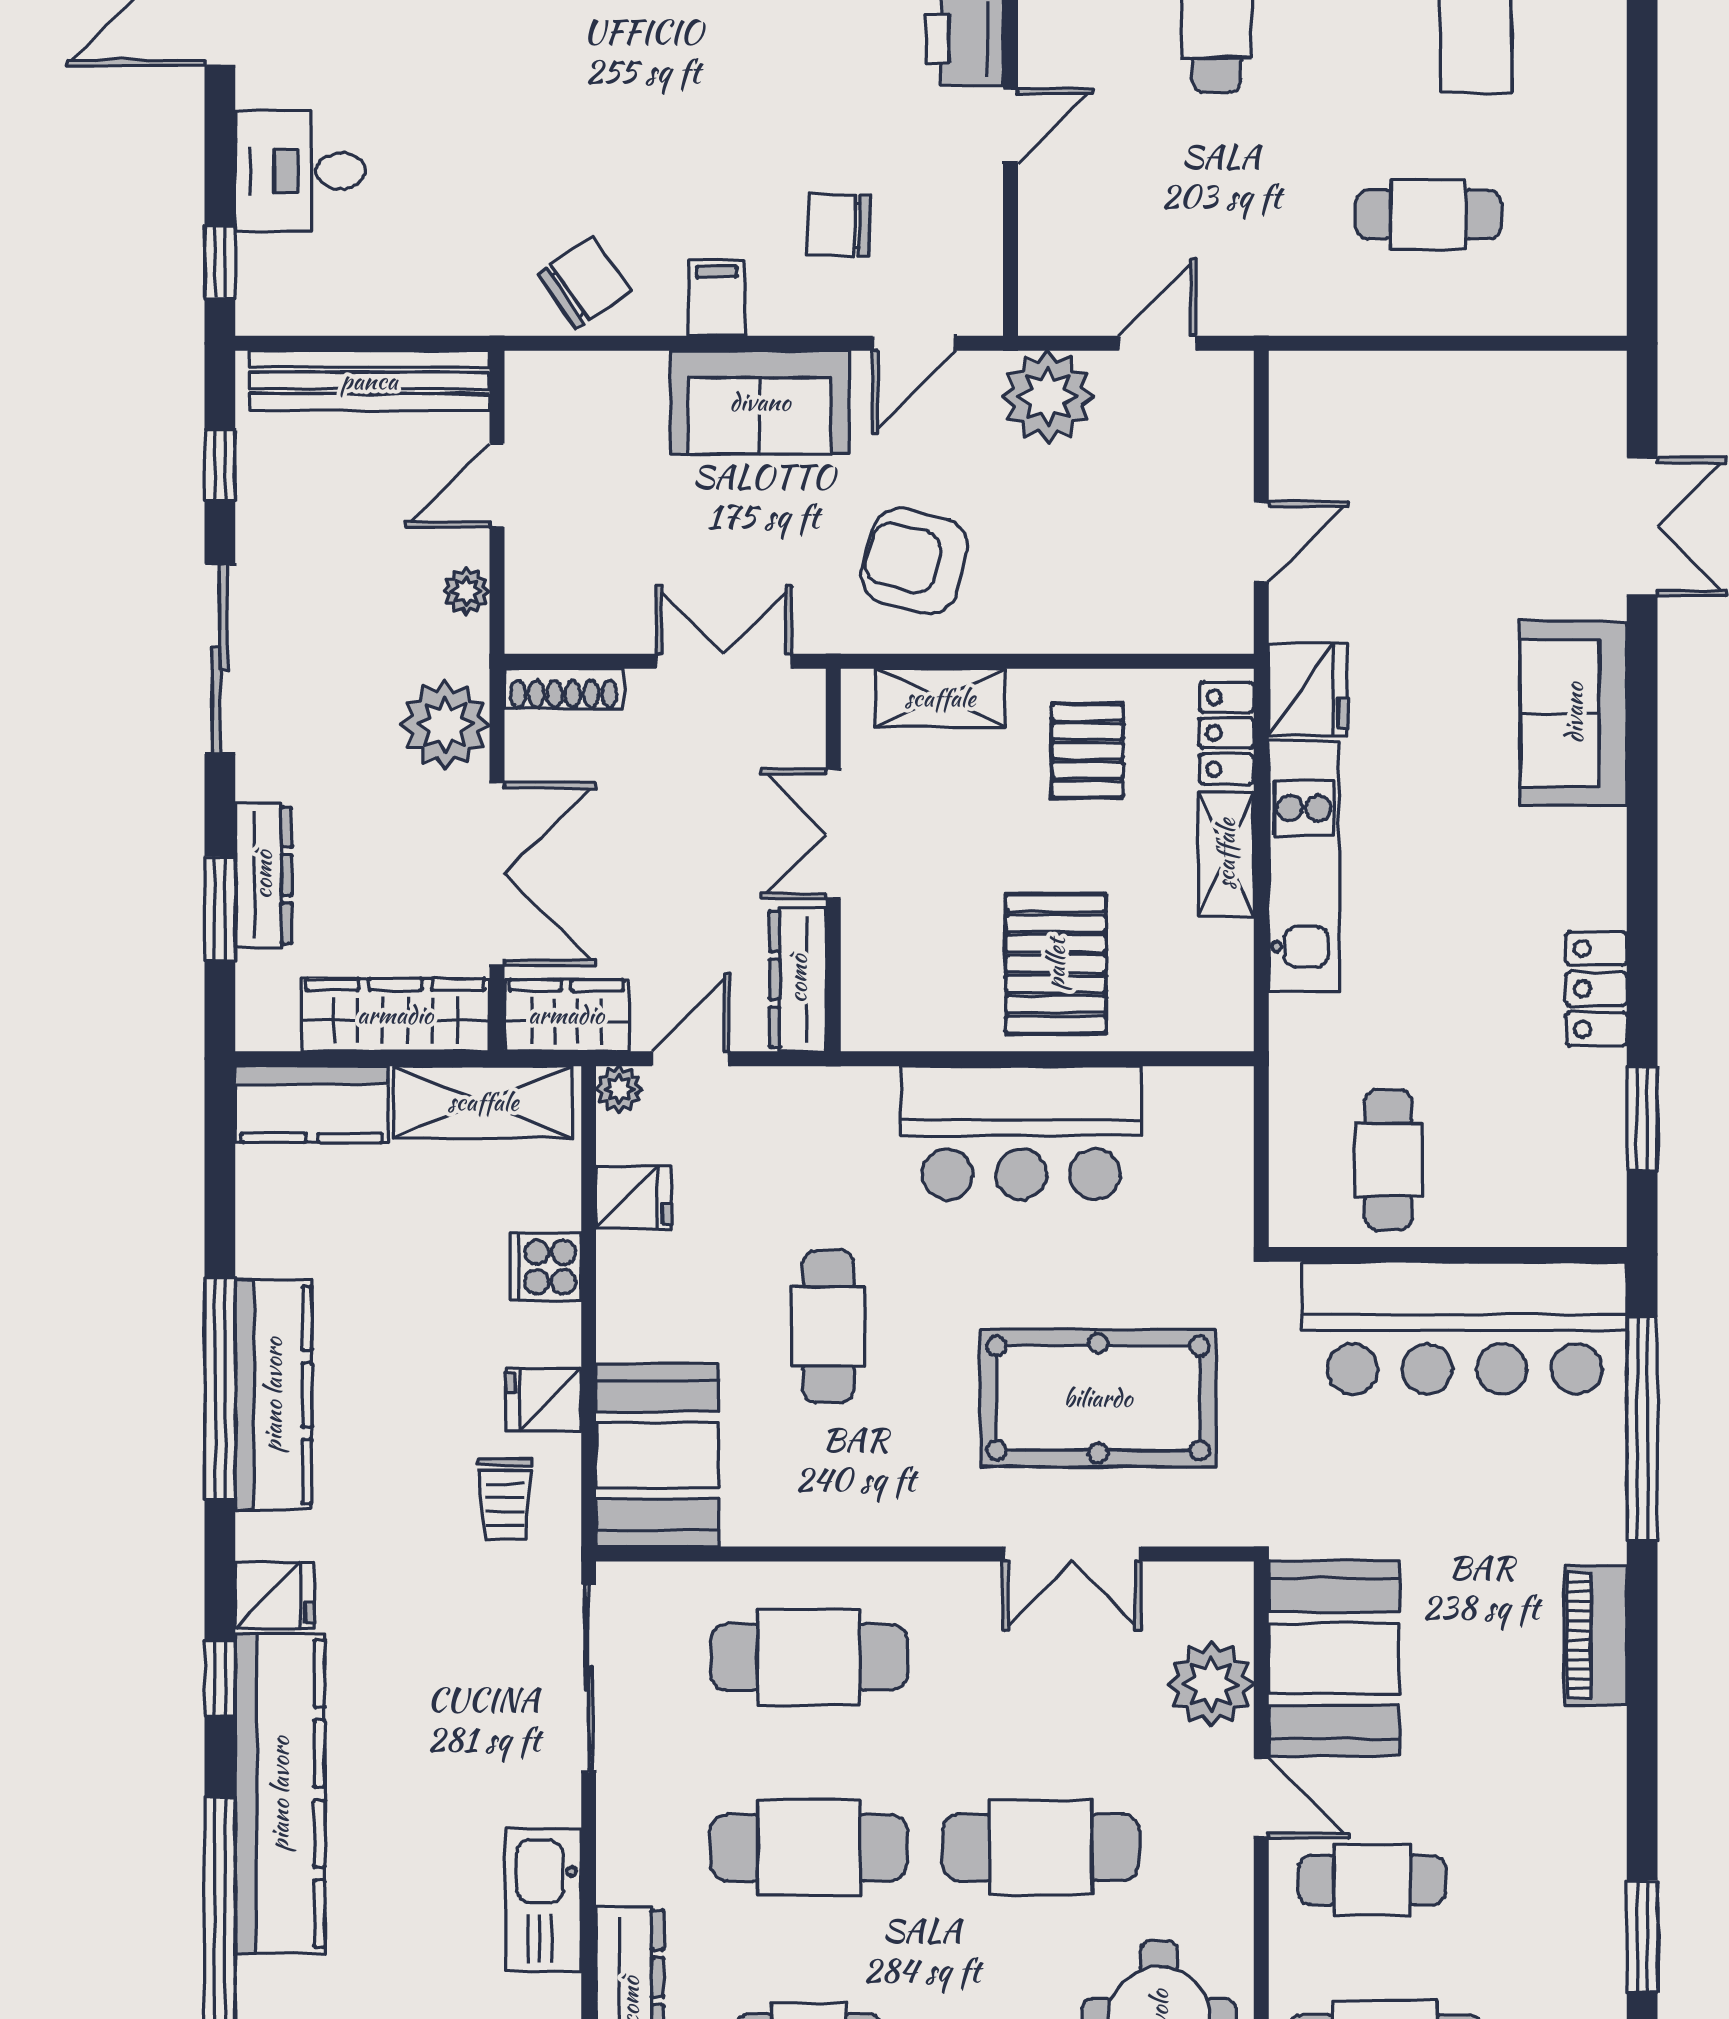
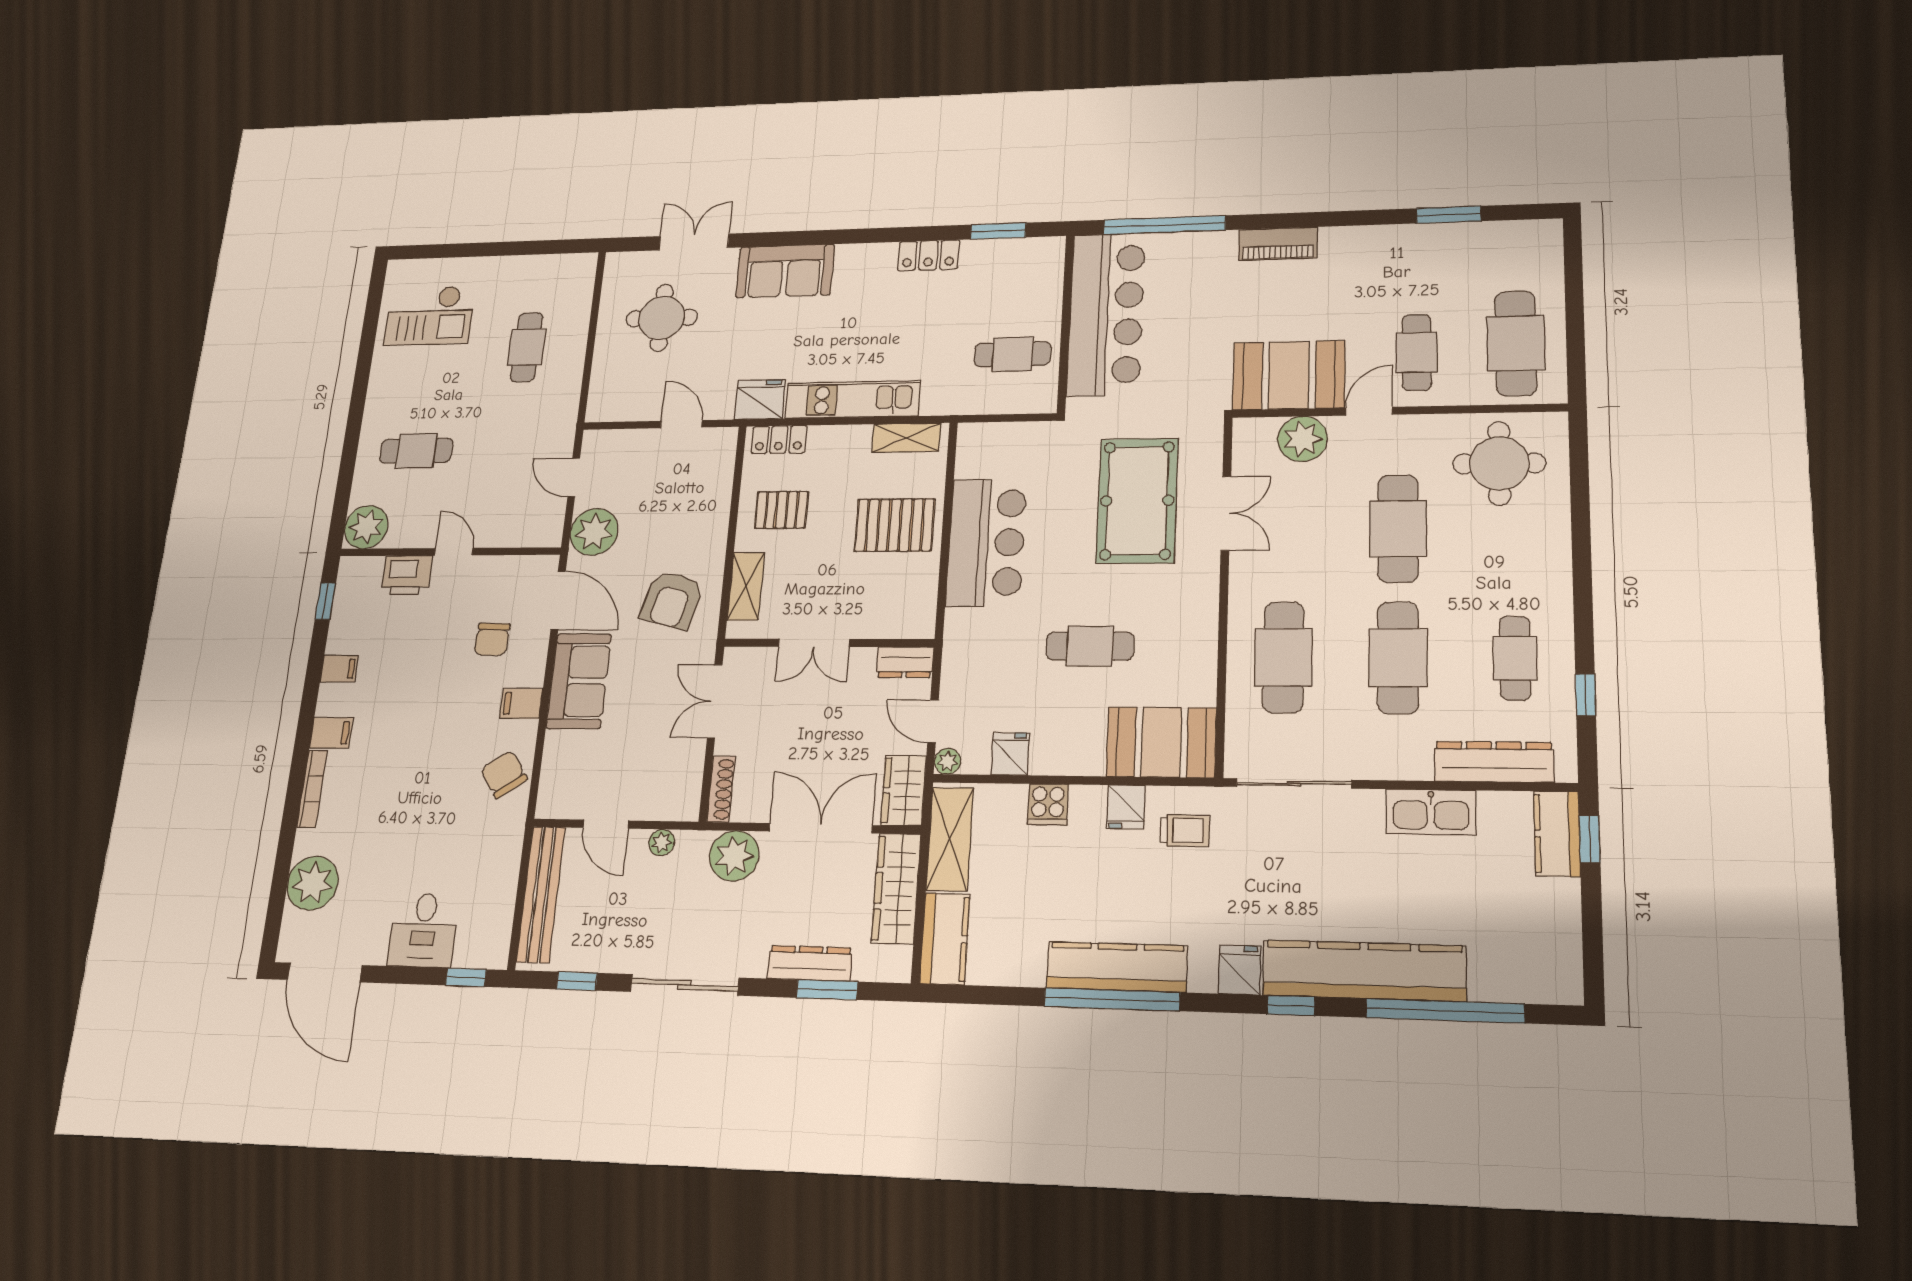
door: (914, 343) -> (558, 600), width x1.38
round table: (1482, 479) -> (662, 318), added
shelving: (1226, 854) -> (906, 438), moved
dresser: (798, 979) -> (905, 662), width x0.70

